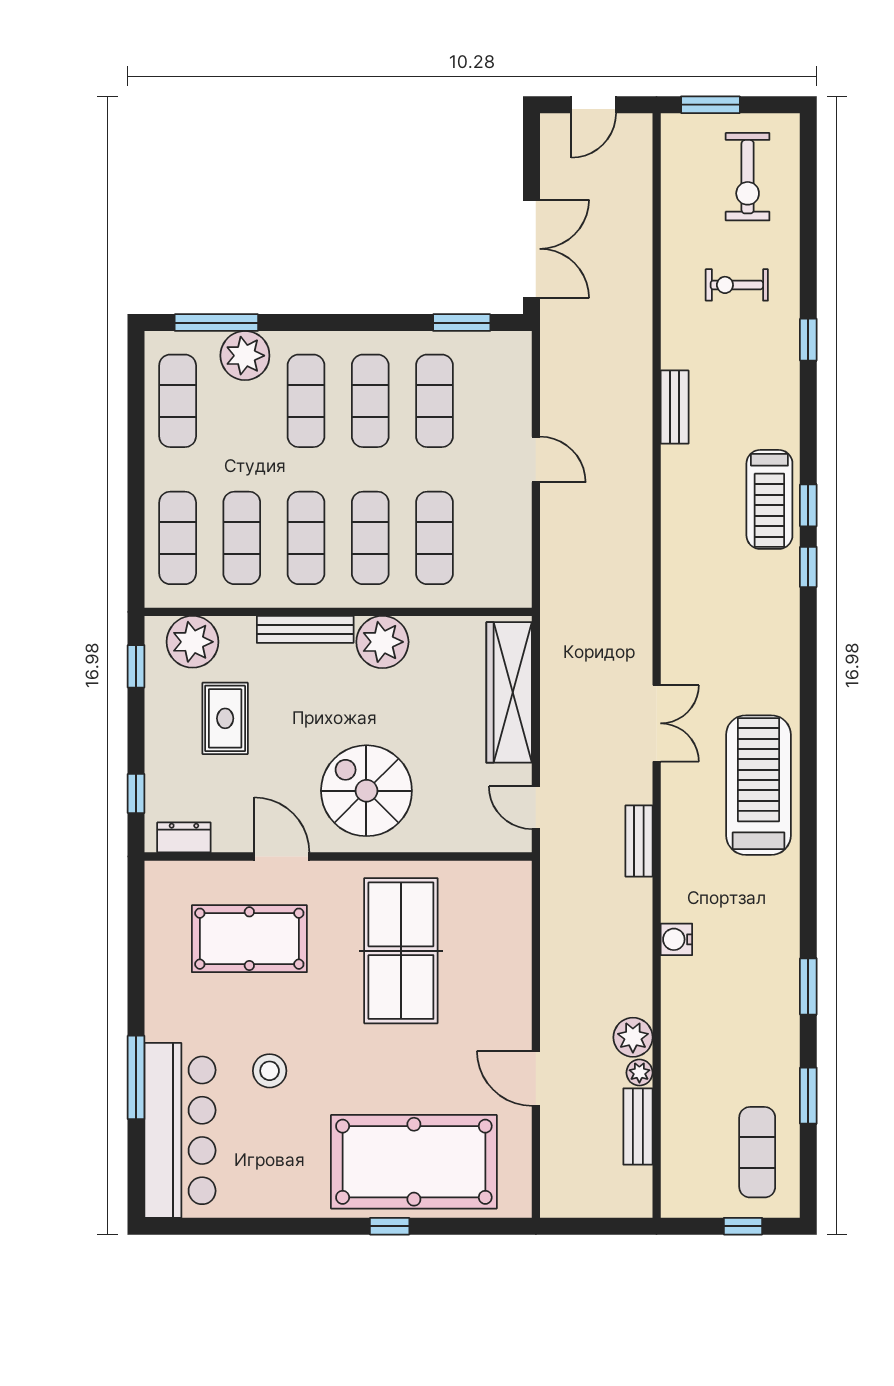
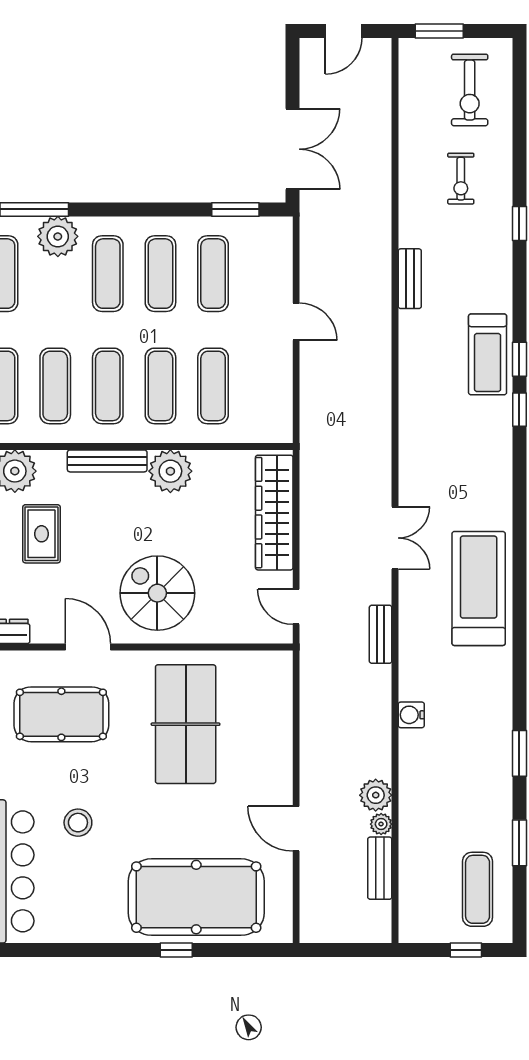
exercise bike: (737, 285) -> (461, 179), turned -90

